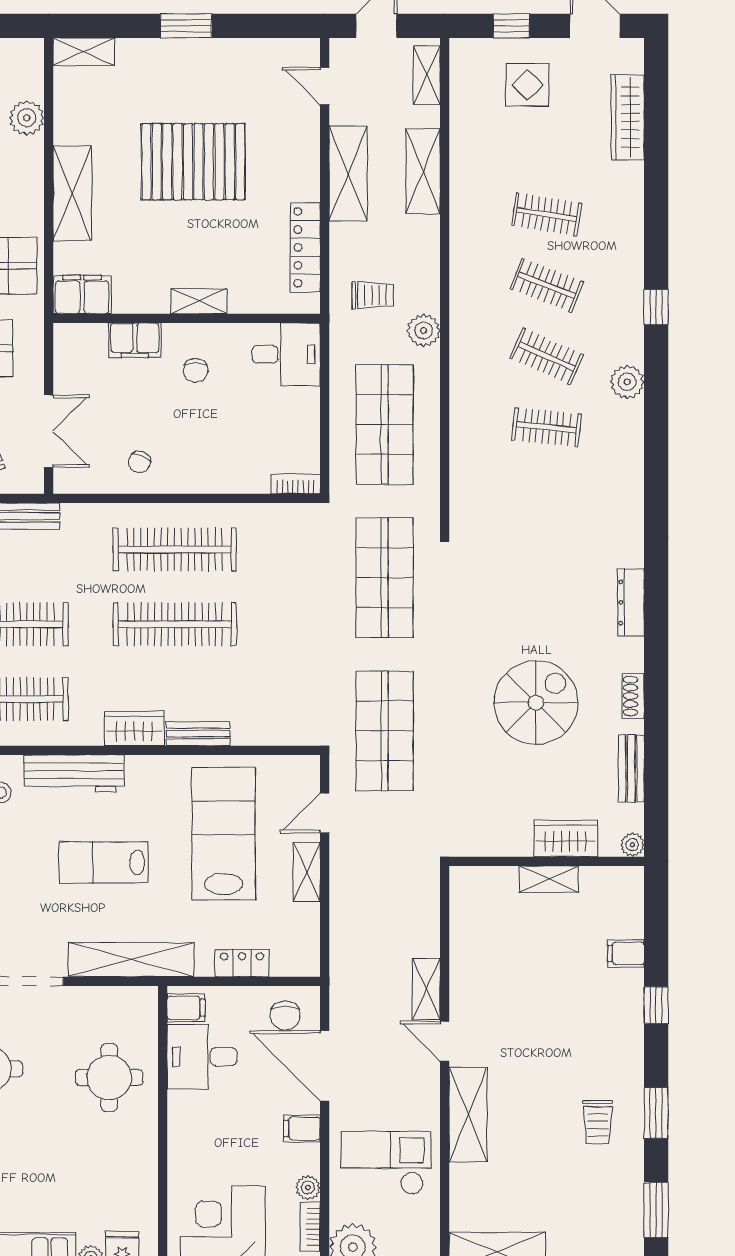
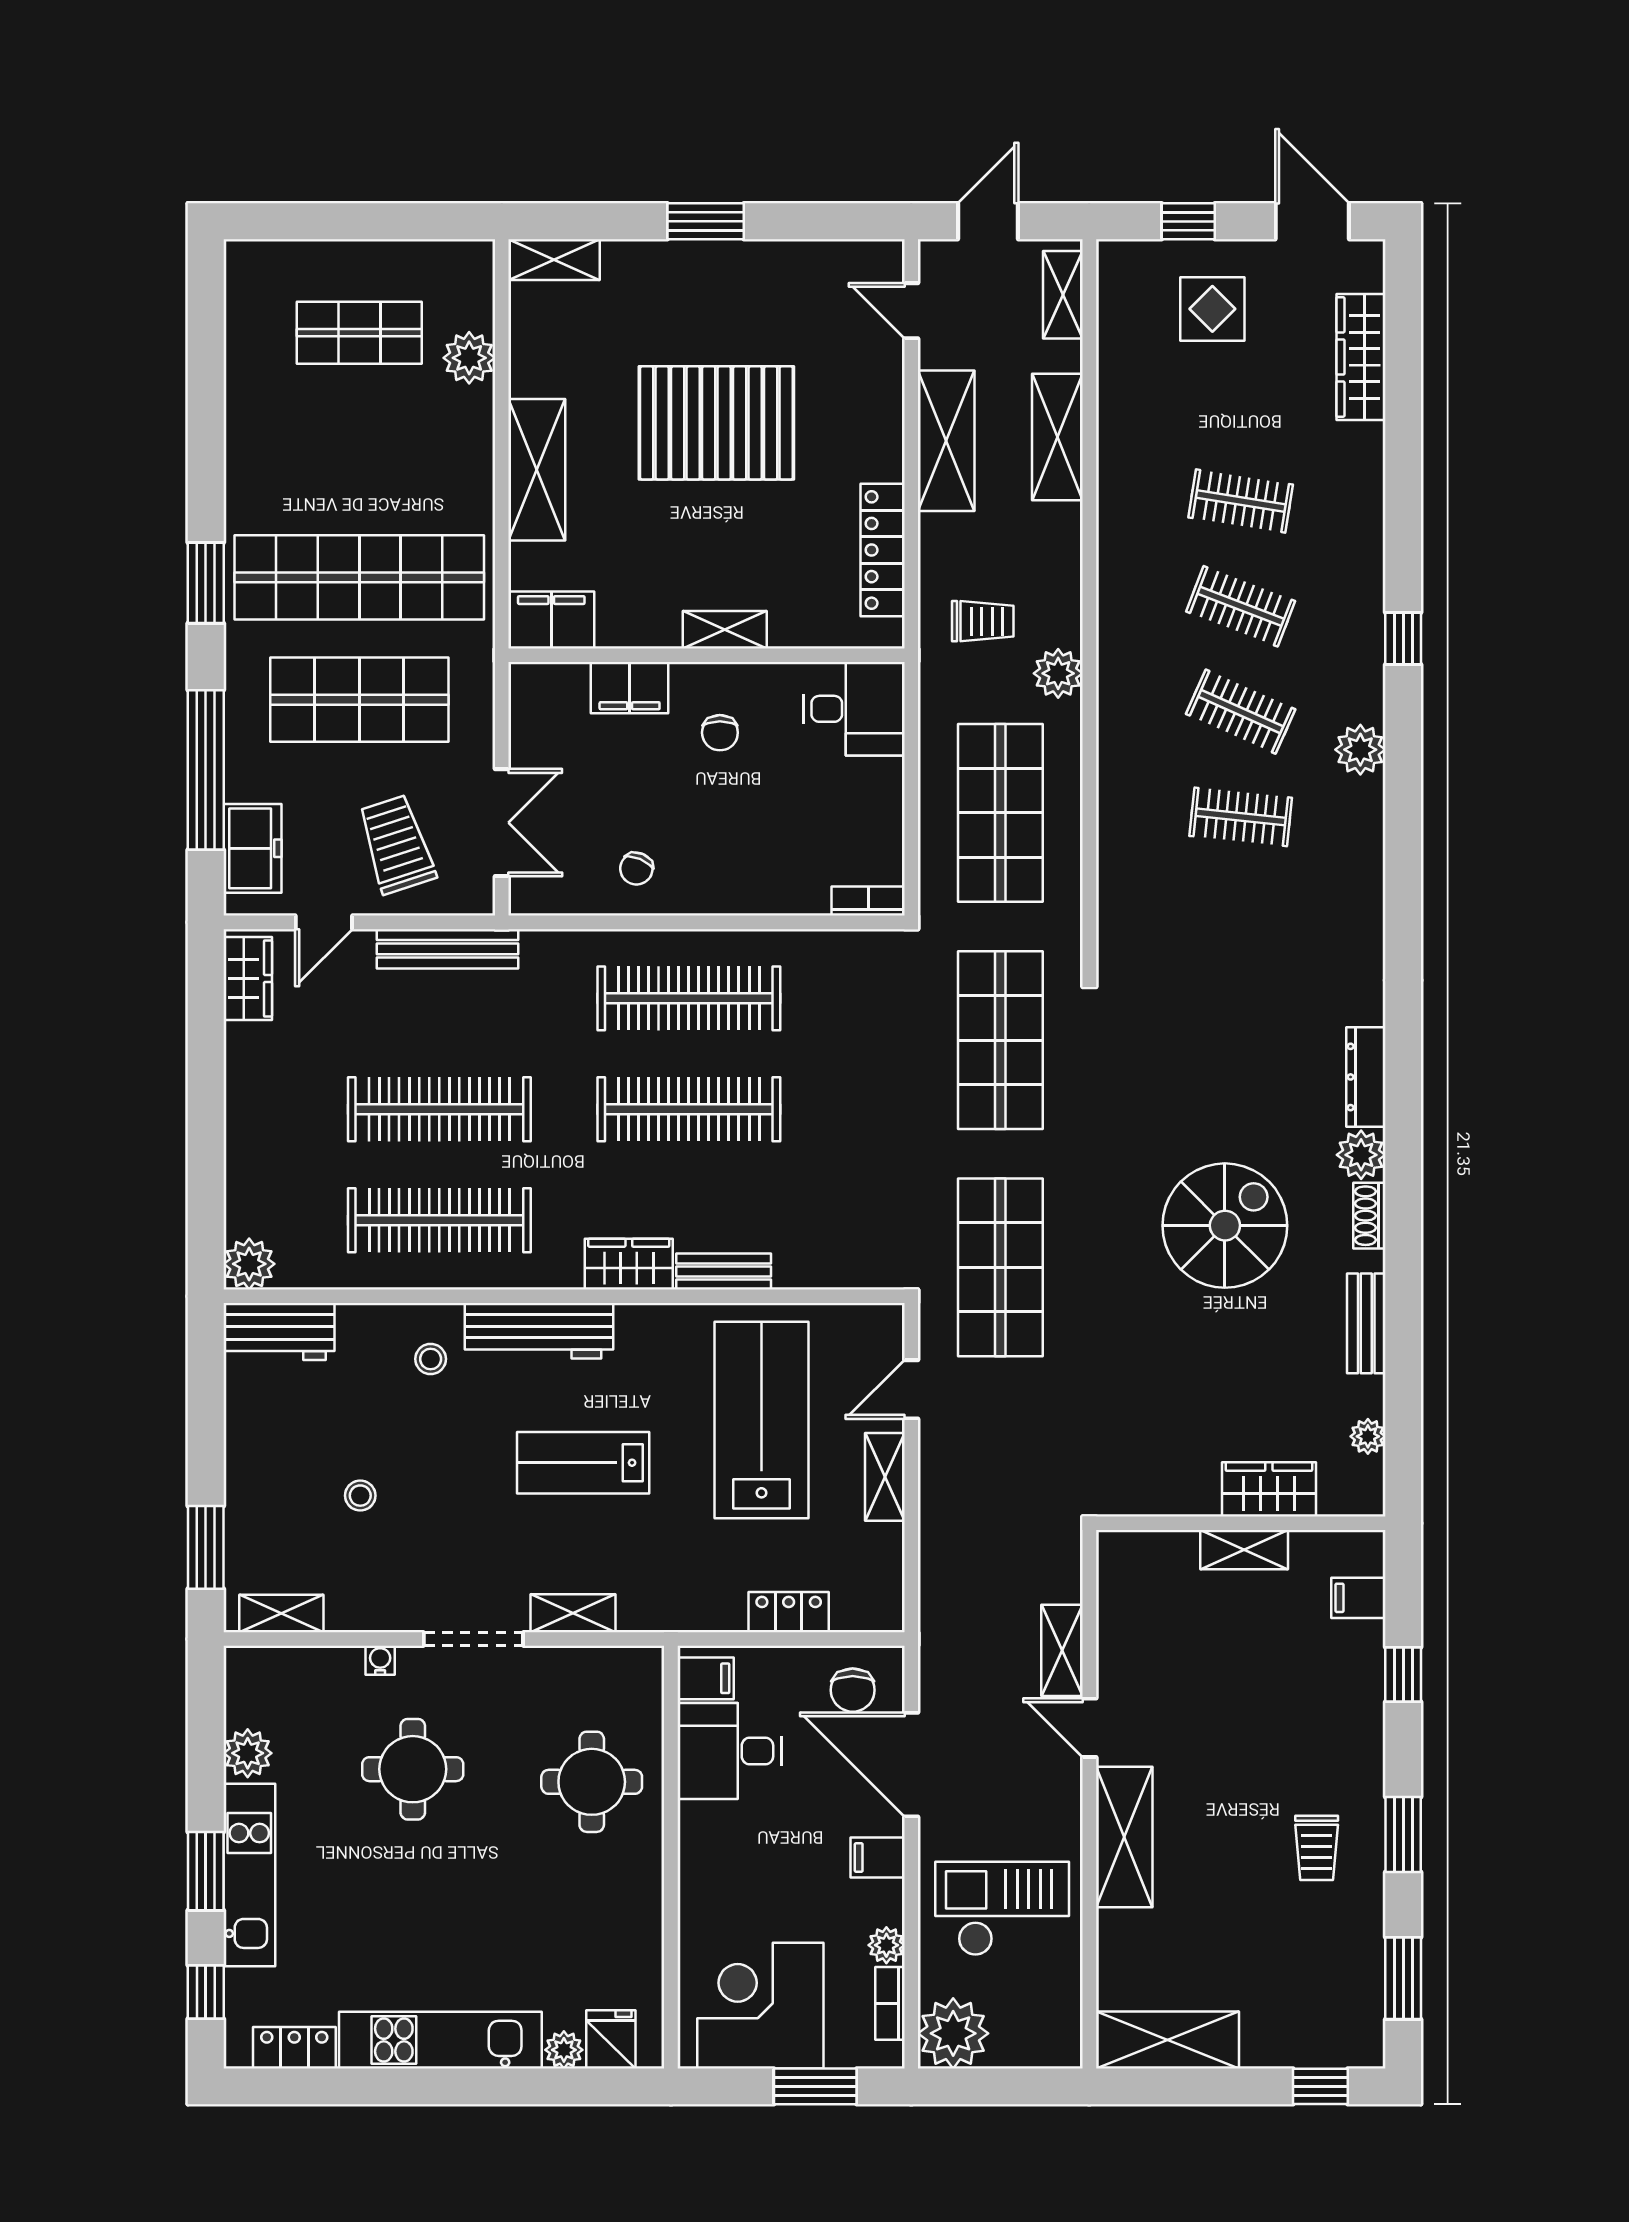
plant: (628, 655) -> (1361, 1155), added
wardrobe: (566, 838) -> (1269, 1489), moved
wall: (547, 861) -> (1241, 1523), moved
shelving: (549, 879) -> (1244, 1550), moved
shelving: (131, 960) -> (573, 1613), width x0.45, depth x0.75

